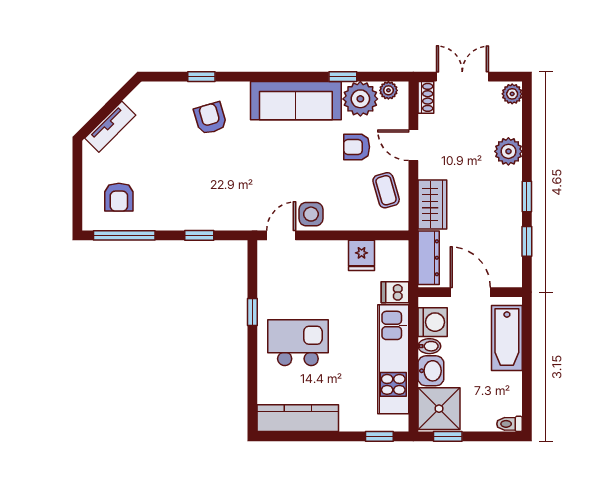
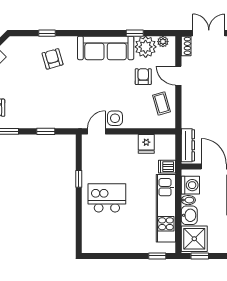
armchair: (357, 147) -> (143, 77), turned 90
wardrobe: (432, 204) -> (190, 112), removed
kitchen counter: (298, 418) -> (107, 245), removed

